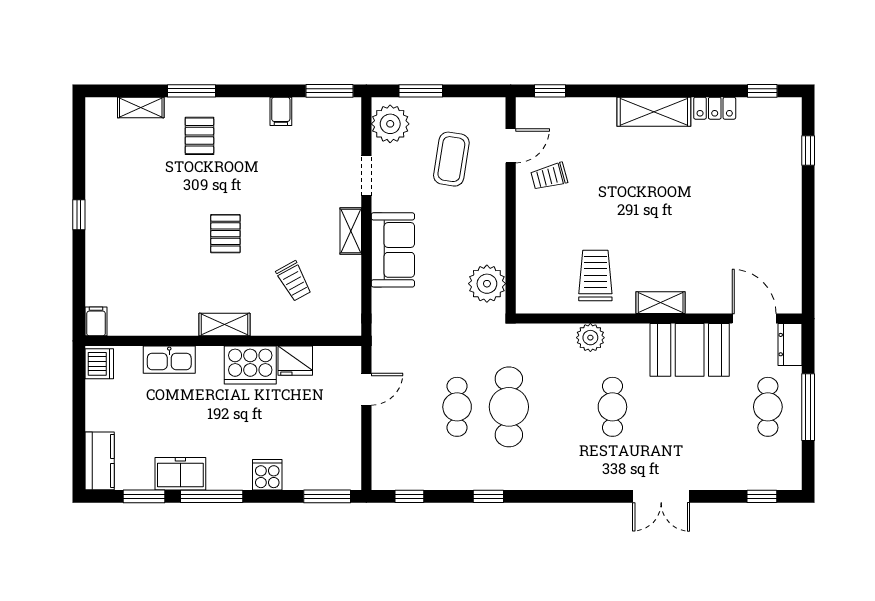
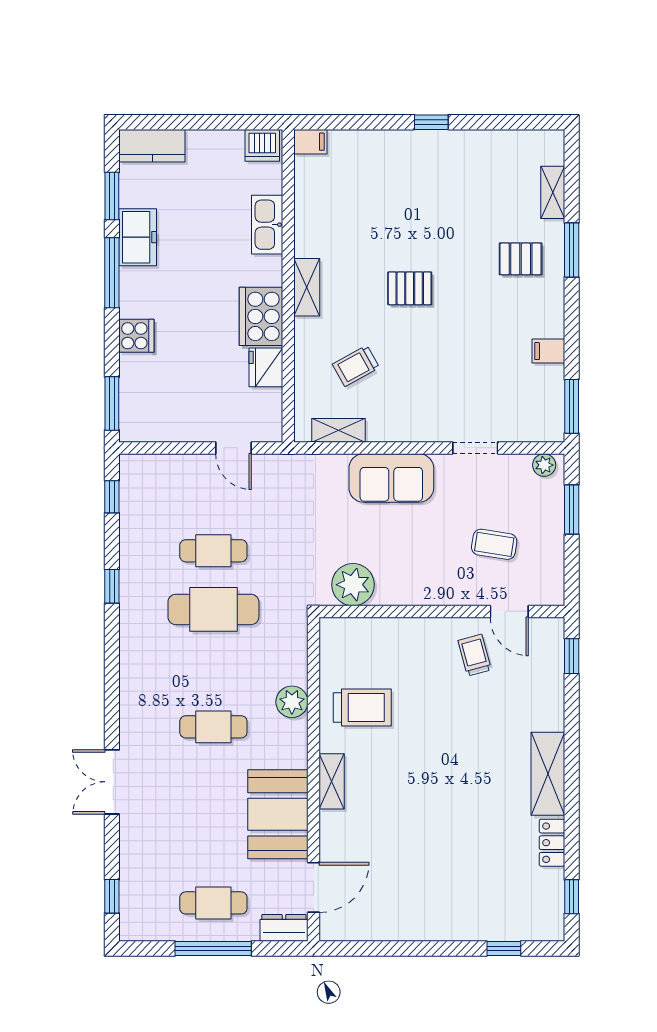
plant: (390, 124) -> (544, 465), width x0.53, depth x0.53
coffee table: (451, 159) -> (494, 544), width x0.73, depth x0.77
shelving: (351, 231) -> (338, 430), moved

